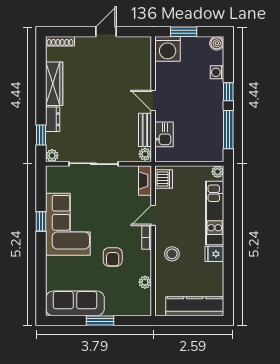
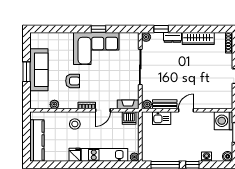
door: (153, 215) -> (103, 110), swing flipped
armchair: (113, 257) -> (73, 81), turned 180
sofa: (75, 303) -> (39, 70), moved

